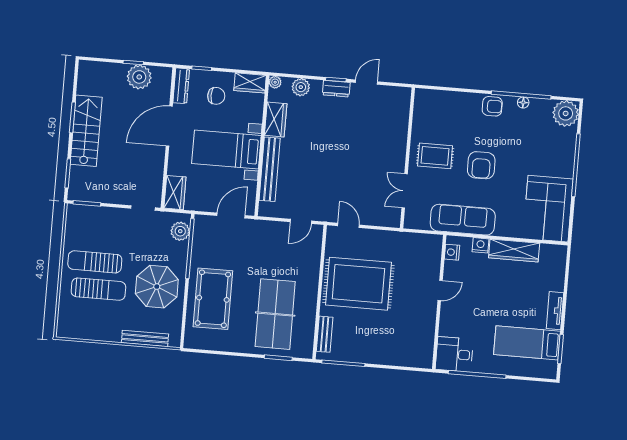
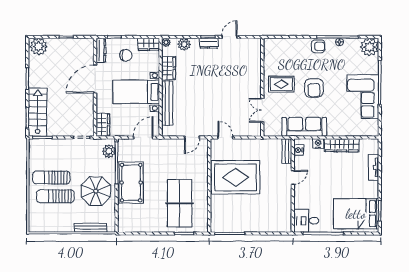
plant: (139, 77) -> (39, 47), moved
stairs: (86, 131) -> (38, 112), moved
corner sofa: (548, 209) -> (363, 97), moved
sun lounger: (98, 289) -> (55, 196), turned 180
pool table: (213, 299) -> (131, 183), moved
tv unit: (555, 311) -> (374, 167), moved
bench: (325, 334) -> (287, 151), moved
bed: (527, 343) -> (356, 214), width x1.50

